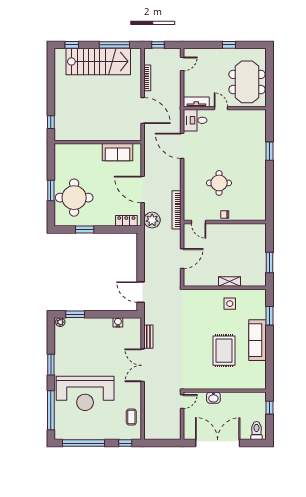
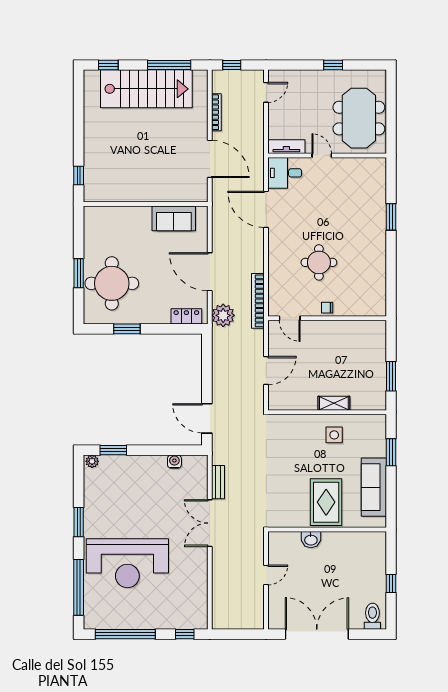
wall: (225, 391) -> (327, 530), moved
washbasin: (213, 398) -> (311, 540), moved
coffee table: (131, 417) -> (194, 597), removed

